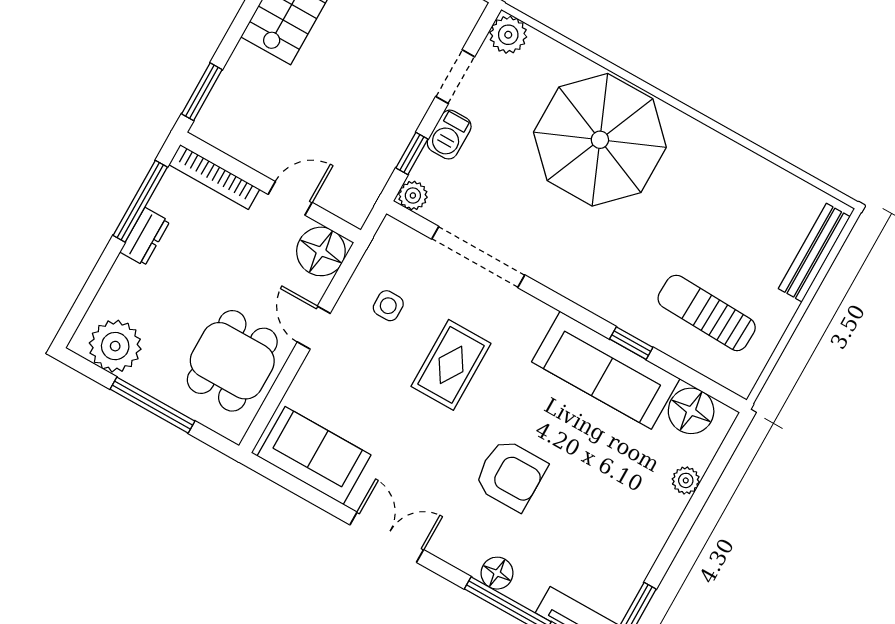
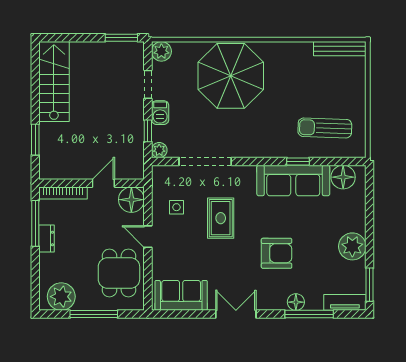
window: (202, 92) -> (35, 140), moved
bench: (814, 253) -> (339, 49), moved, turned 90
plant: (686, 480) -> (352, 246), moved, width x1.88, depth x1.88

